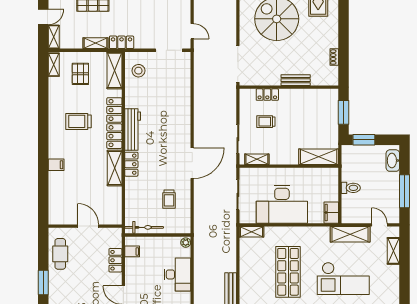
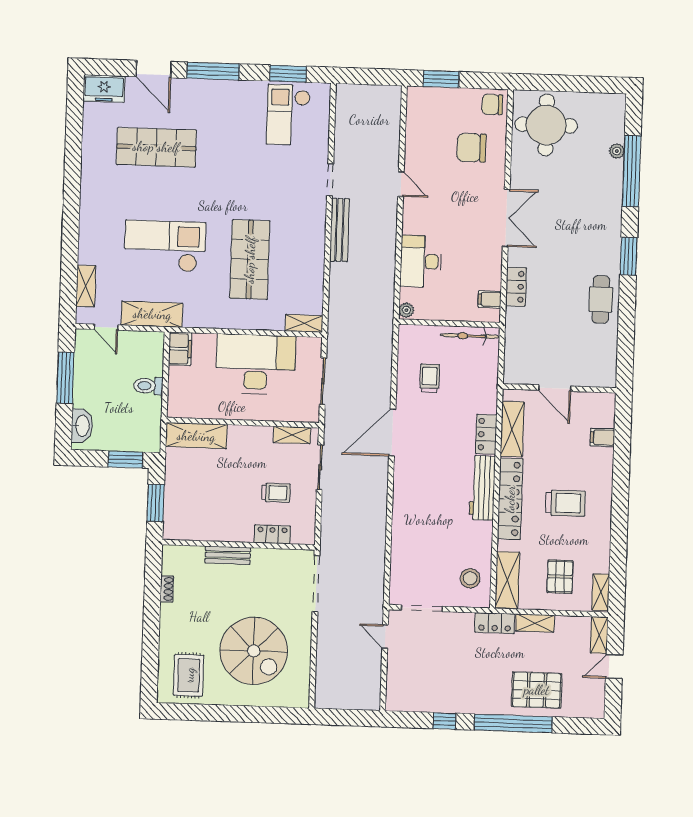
wall: (85, 226) -> (559, 388), moved
door: (88, 226) -> (555, 388), moved

